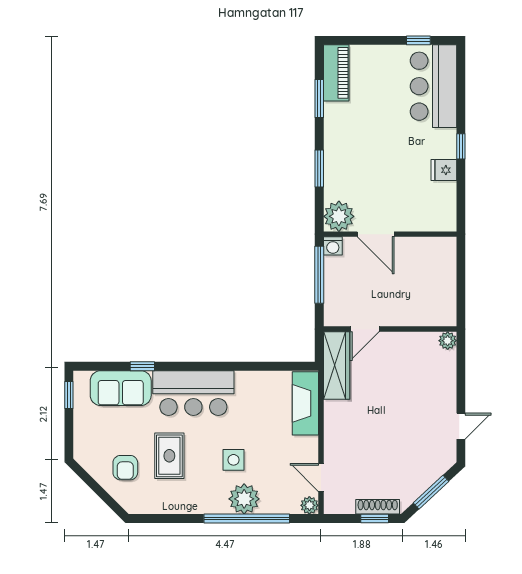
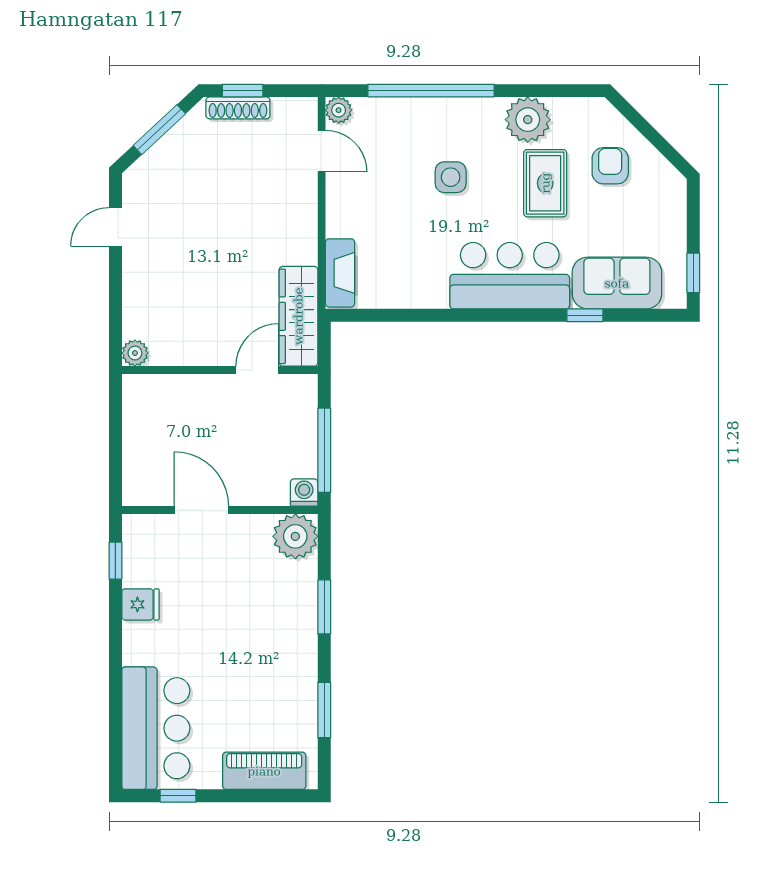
piano: (336, 73) -> (264, 771), moved, turned 90
window: (461, 146) -> (115, 561), moved
door: (376, 234) -> (201, 510), moved
fireplace: (305, 403) -> (340, 273), width x0.73, depth x0.76
plant: (244, 499) -> (528, 120), moved

